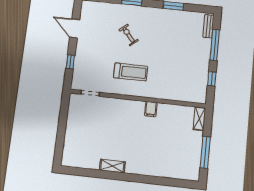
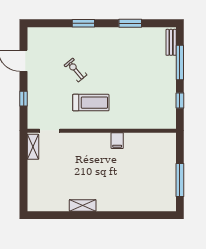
exercise bike: (129, 35) -> (76, 70), moved
shelving: (199, 119) -> (33, 147), moved

